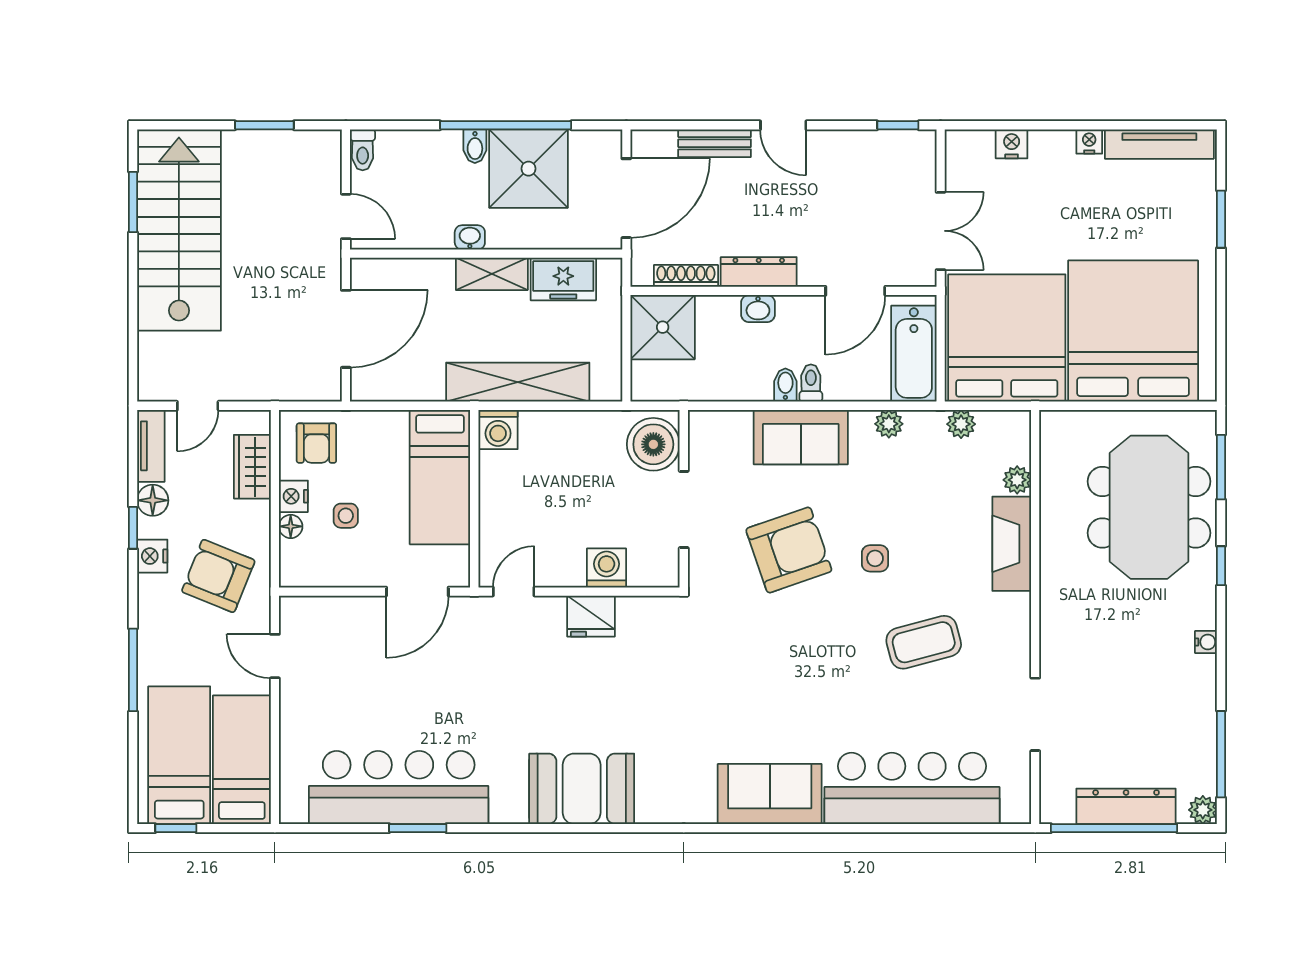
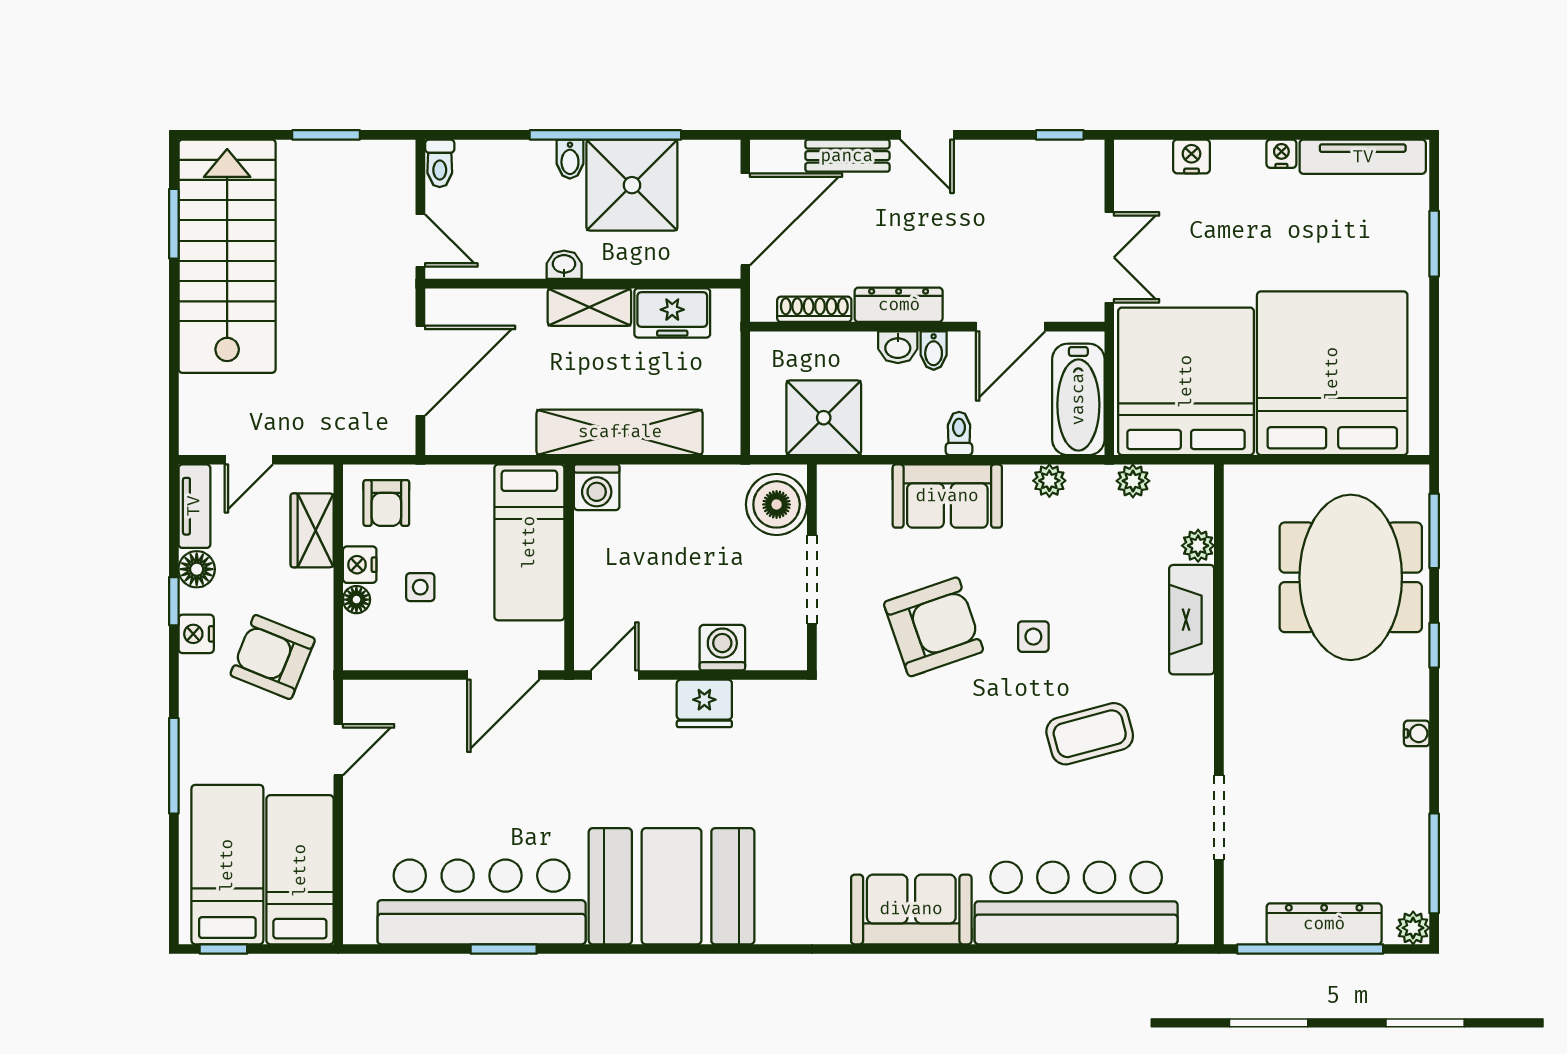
shower: (663, 327) -> (824, 418), moved
bidet: (785, 385) -> (934, 351), moved, turned 180
door: (275, 656) -> (338, 750), swing flipped
booth: (582, 789) -> (672, 886), width x1.36, depth x1.42

